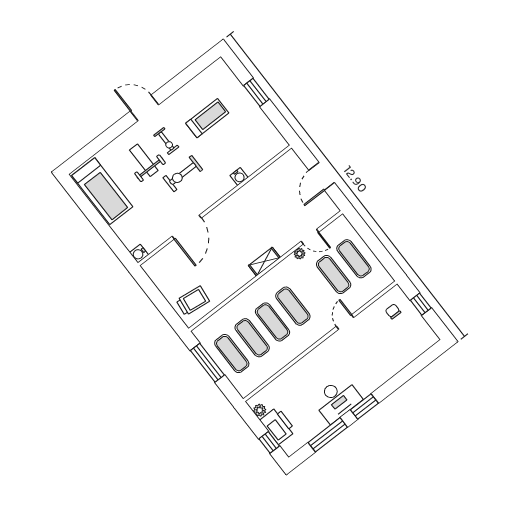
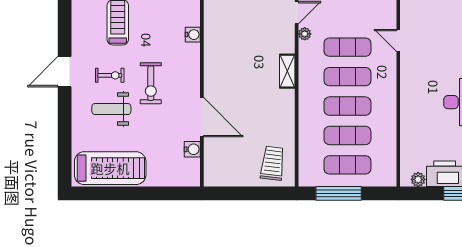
water cooler: (139, 254) -> (192, 149), moved, turned -90
exercise mat: (334, 275) -> (347, 47), moved

